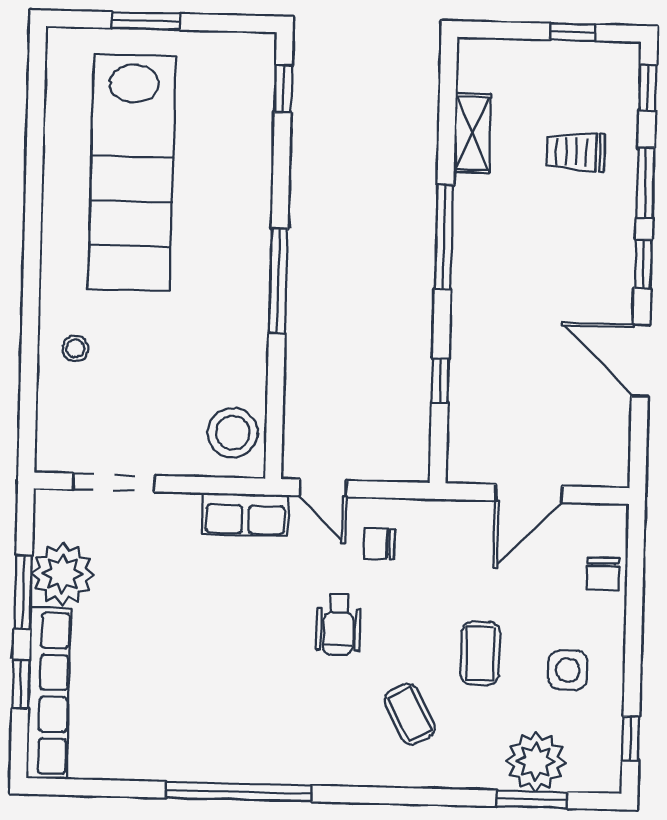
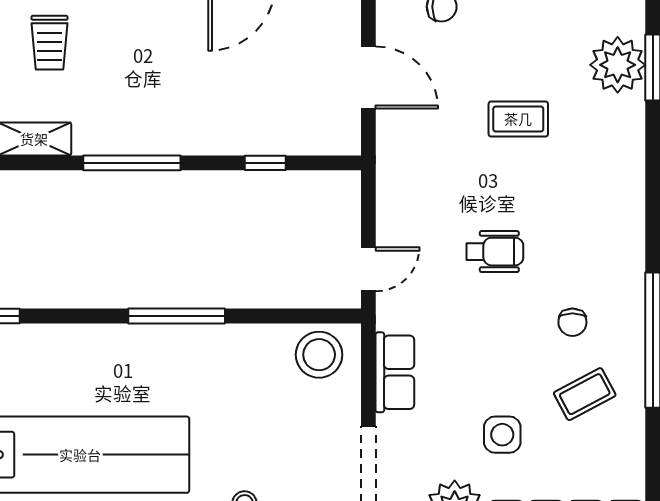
row of seats: (245, 514) -> (395, 372), moved
chair: (379, 544) -> (572, 322), moved
side table: (568, 670) -> (502, 435), moved
coffee table: (410, 714) -> (585, 394), moved

